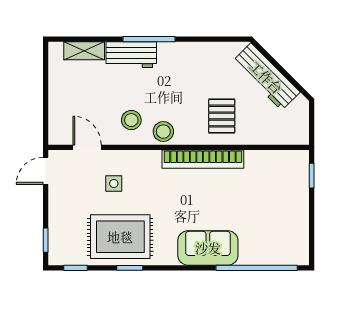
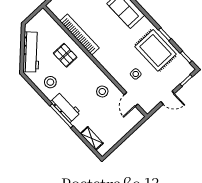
workbench: (131, 55) -> (66, 107), moved
pallet: (222, 116) -> (65, 55), turned 90
stool: (163, 132) -> (50, 82), moved
bookcase: (203, 159) -> (80, 35), moved
door: (46, 171) -> (168, 98), moved

